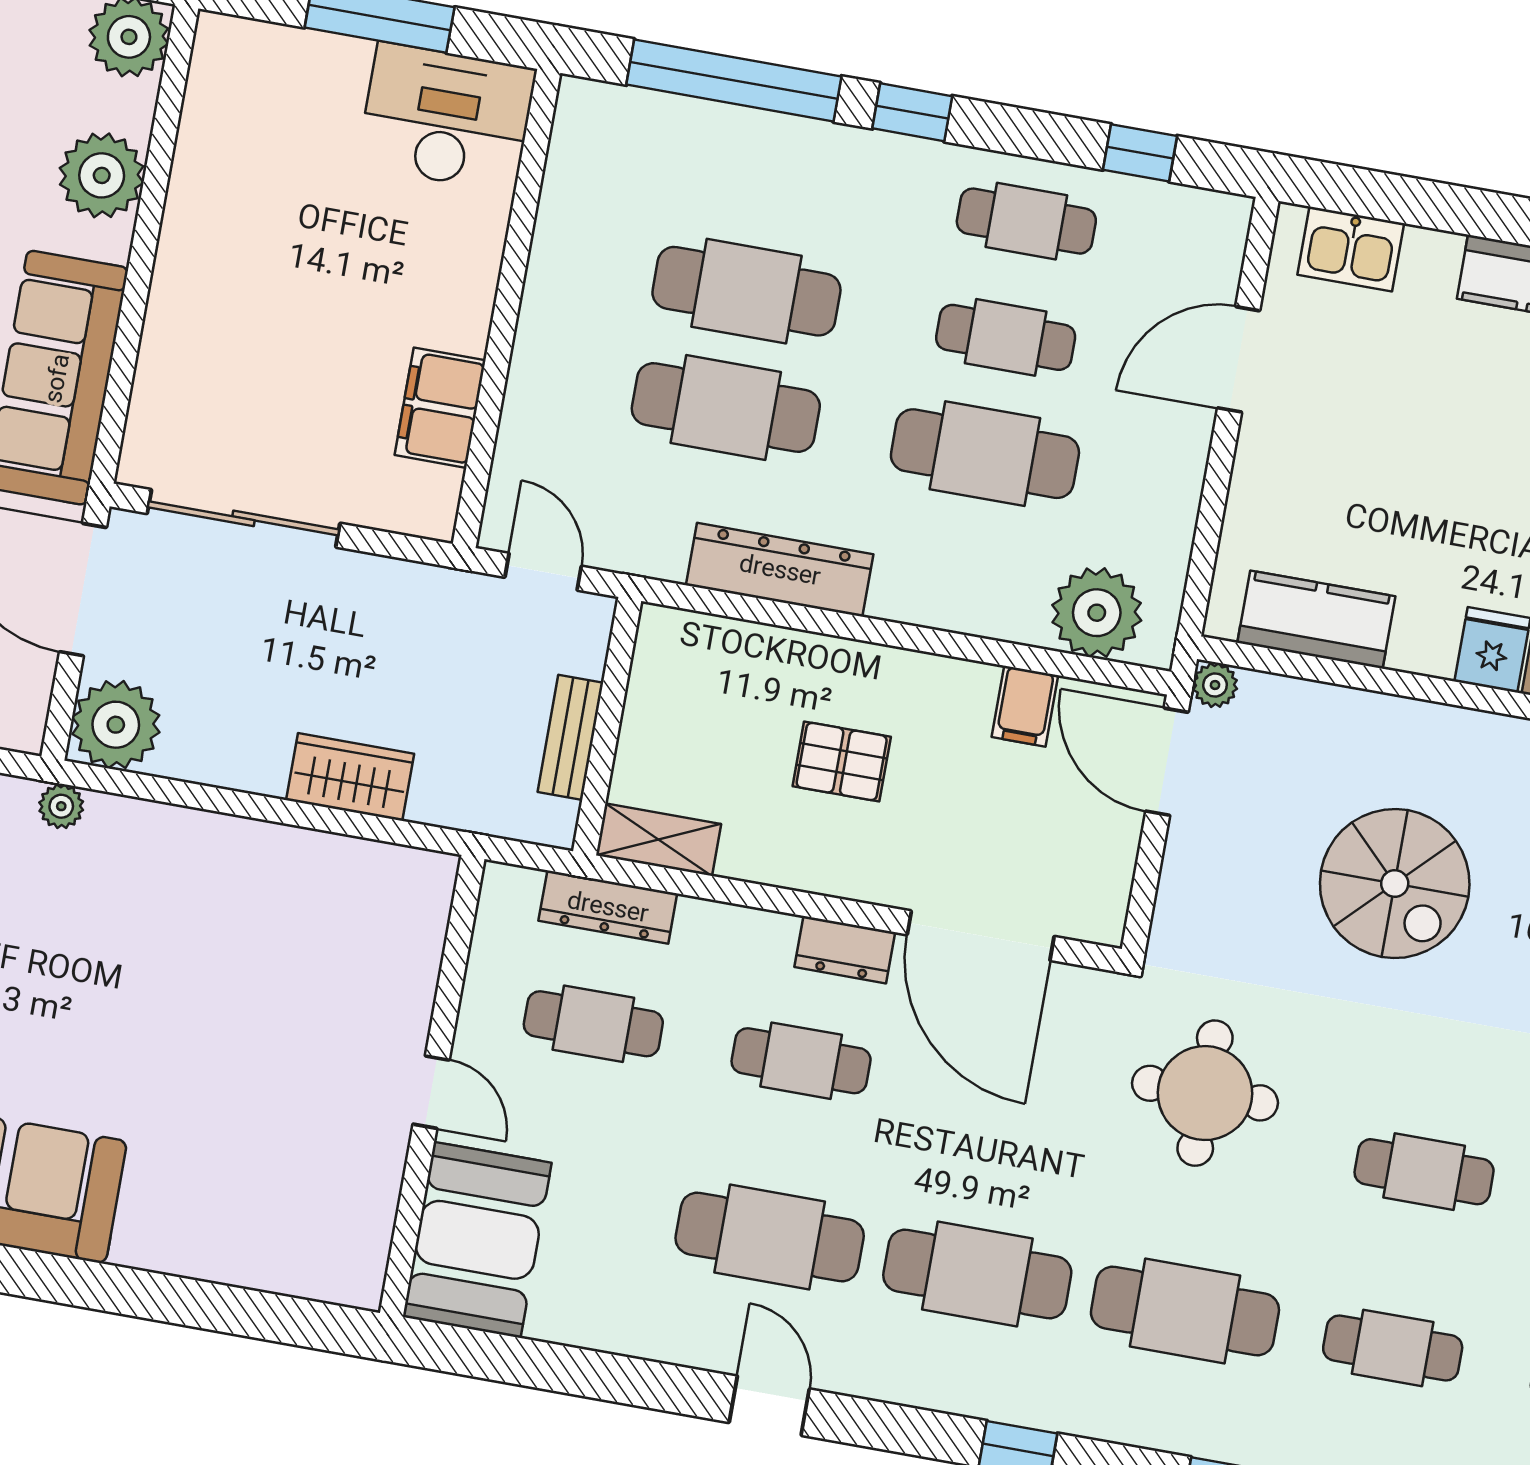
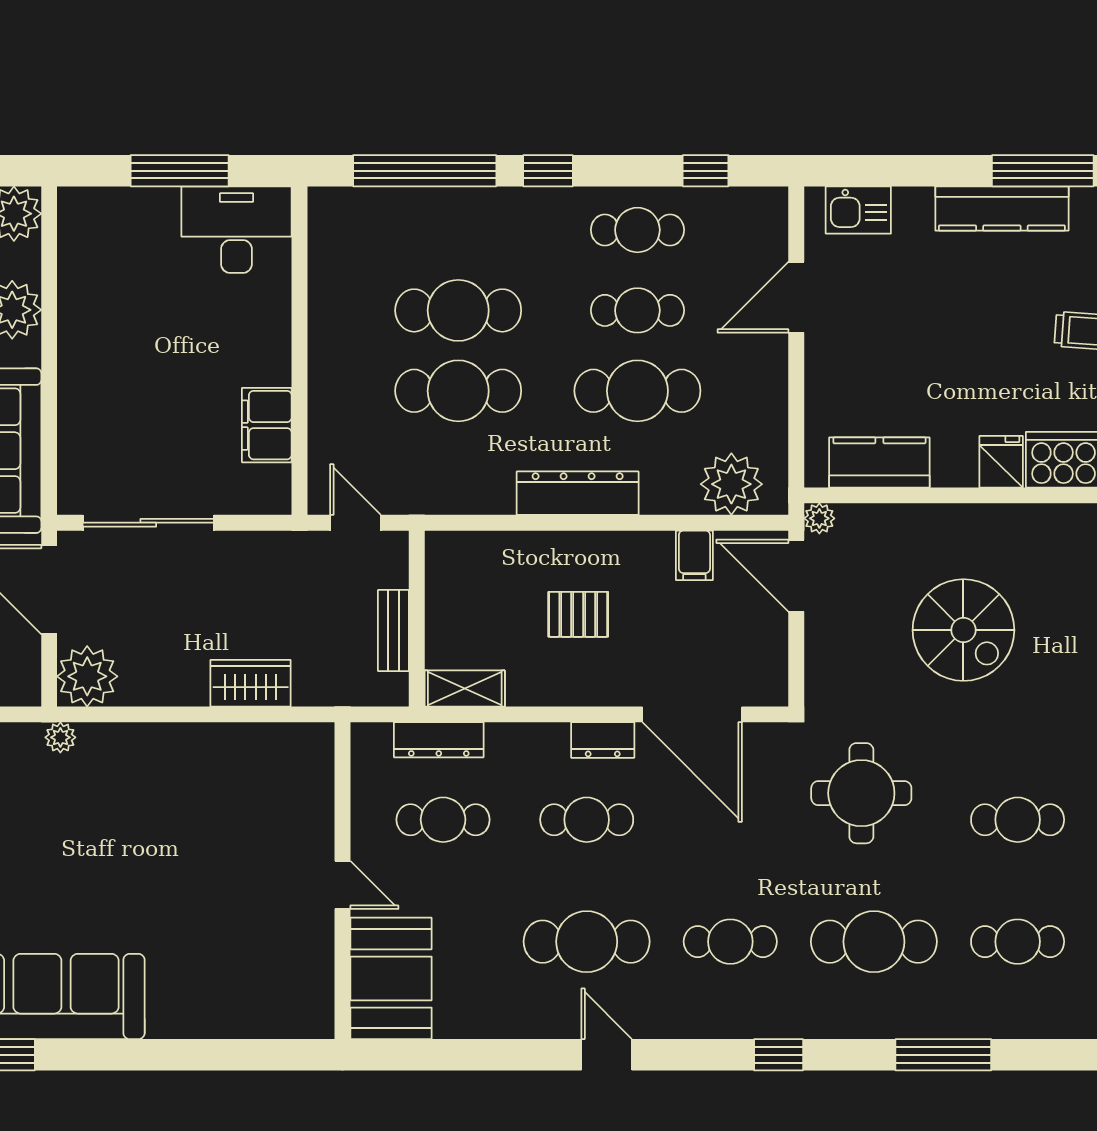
dresser: (780, 570) -> (578, 493), moved
cafe table: (977, 1274) -> (730, 942), width x0.73, depth x0.74

